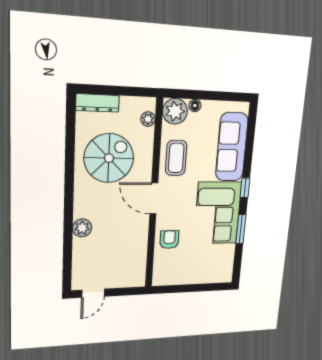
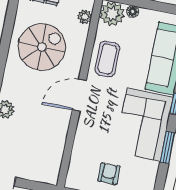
door: (154, 198) -> (79, 95), hinge flipped
armchair: (169, 240) -> (109, 174), moved

